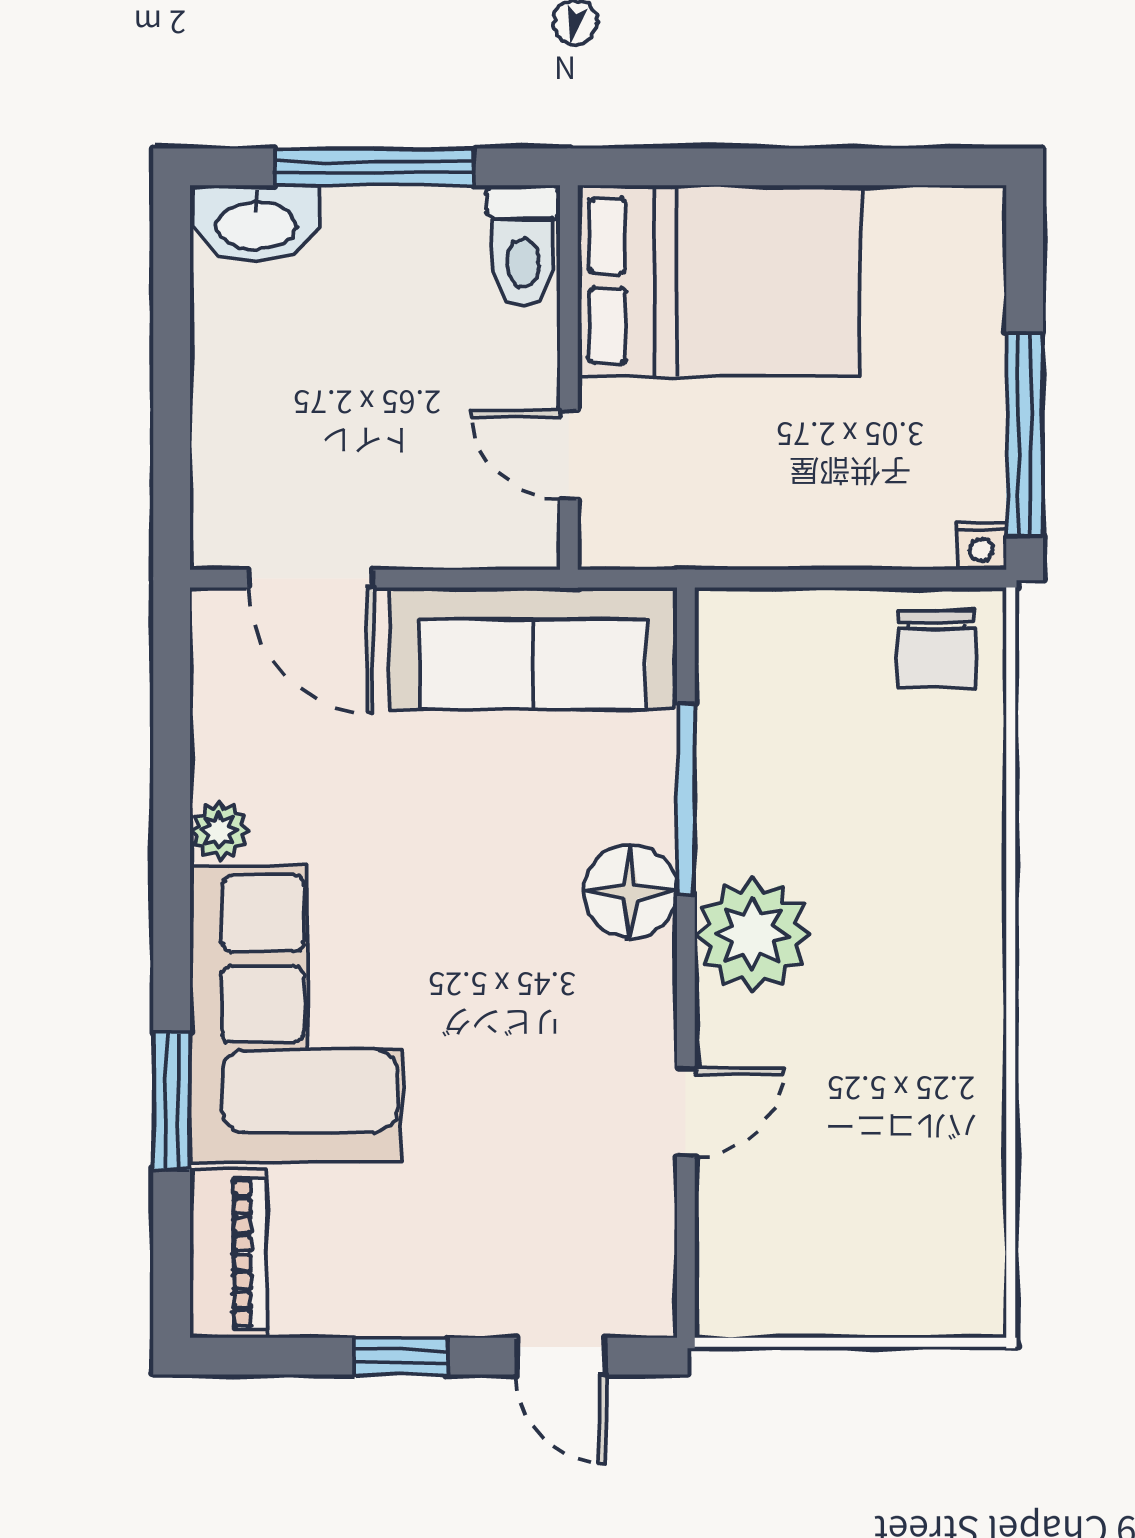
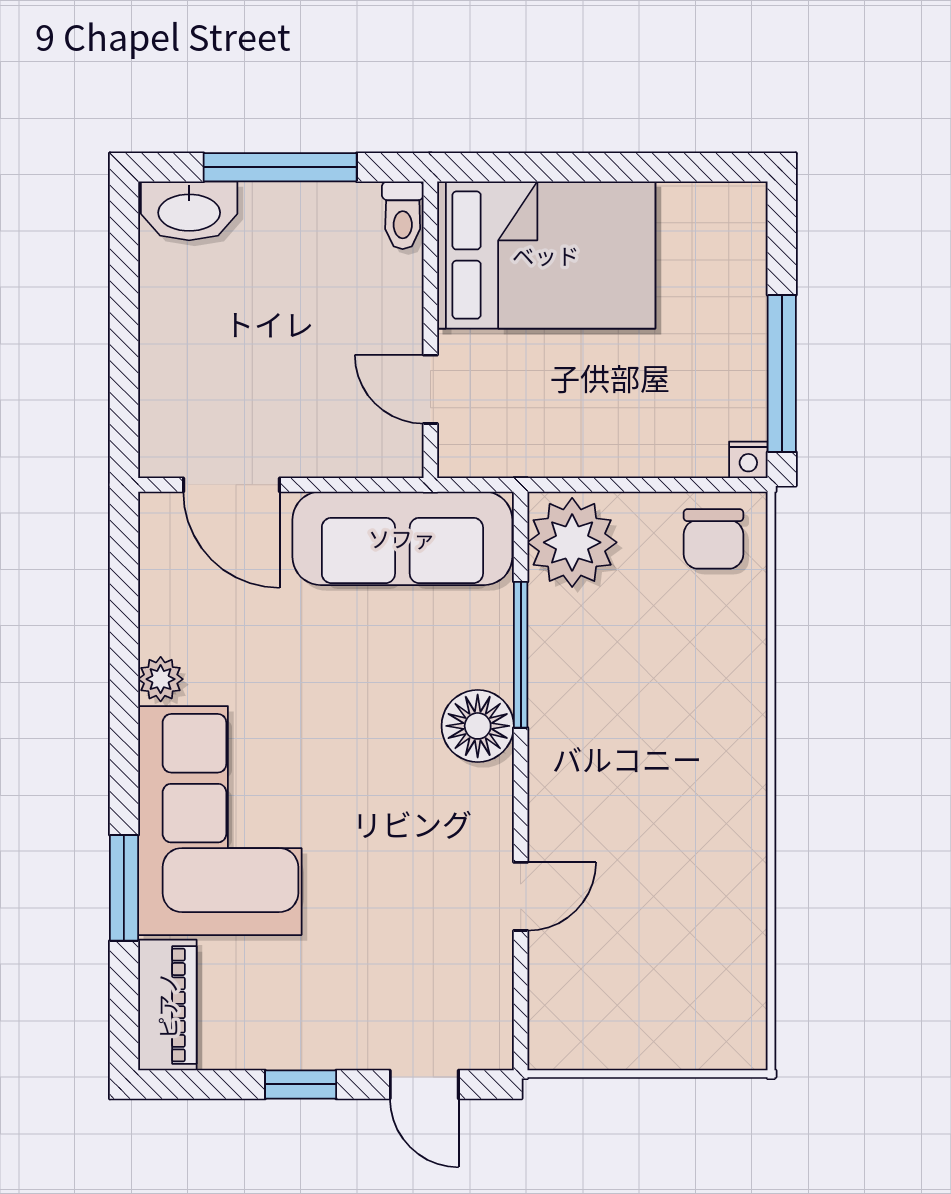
toilet: (523, 246) -> (403, 215), width x0.73, depth x0.72
plant: (753, 935) -> (572, 542), moved

